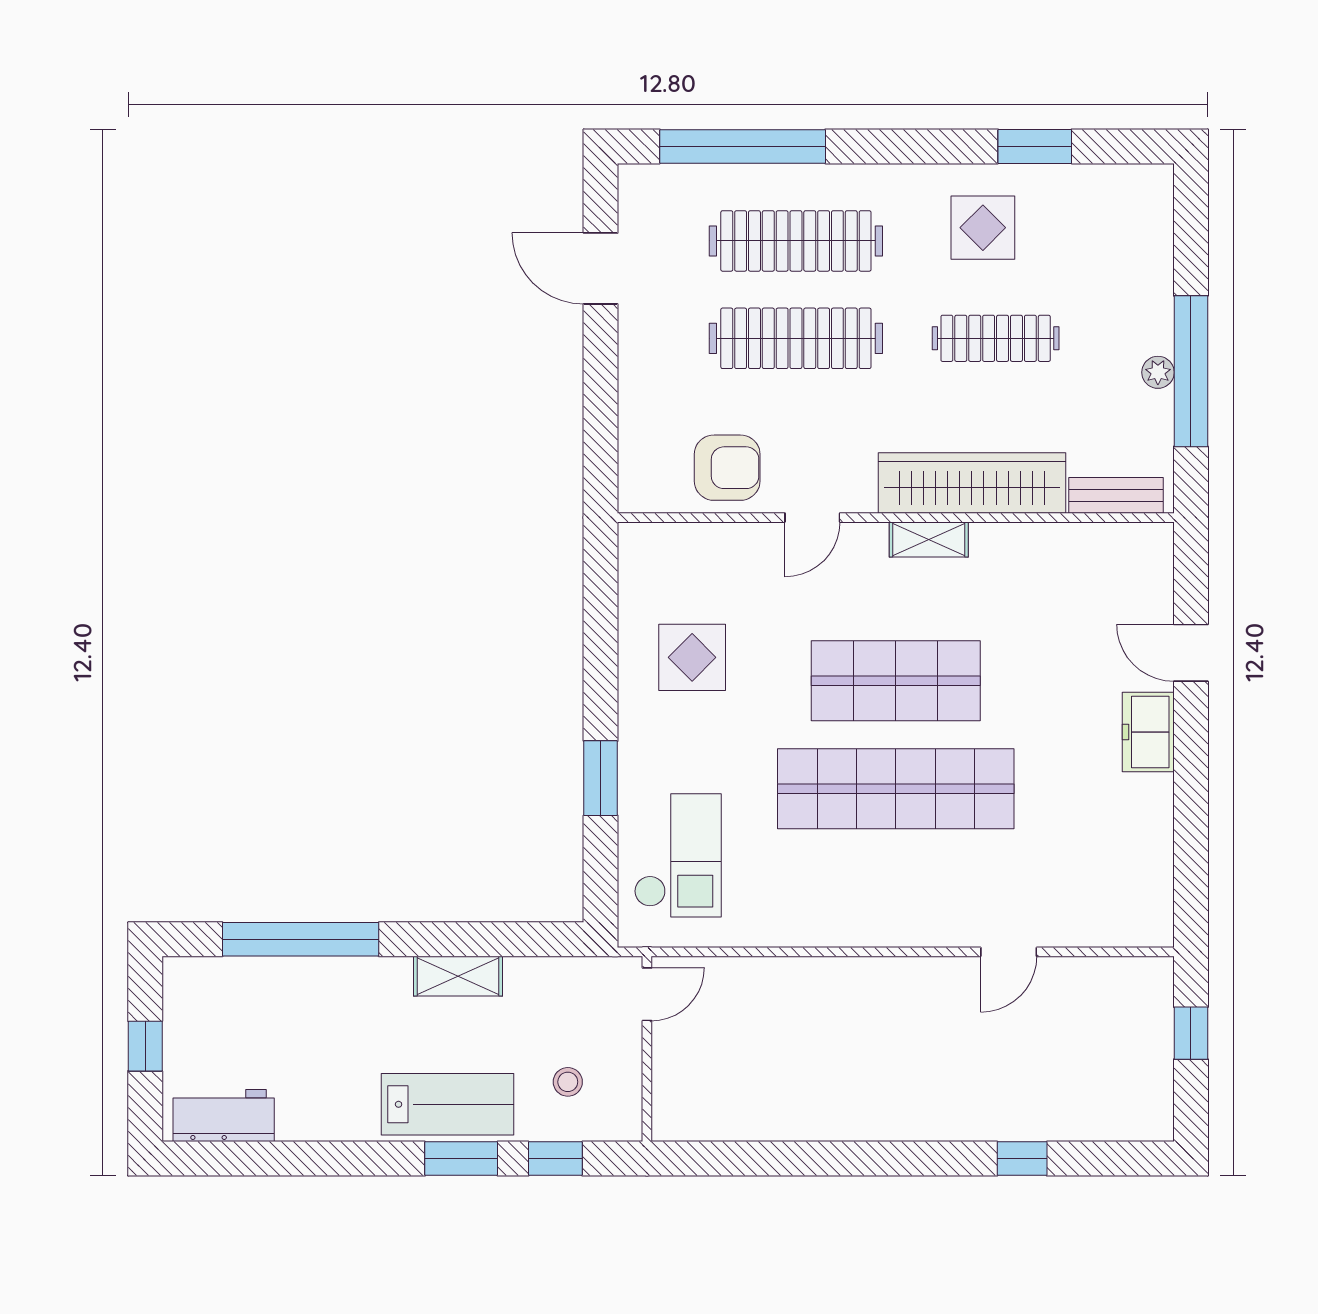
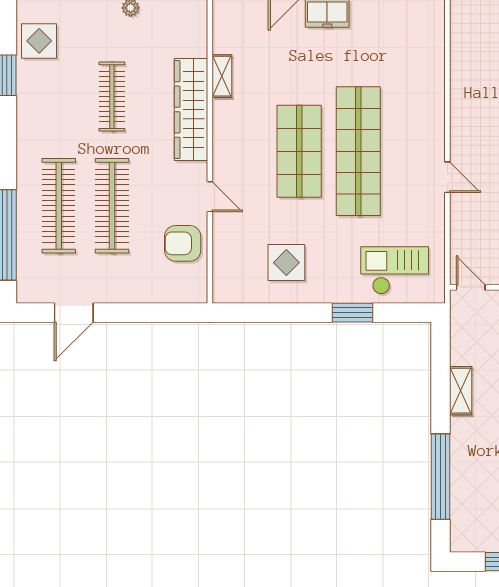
display table: (983, 228) -> (39, 41), moved
armchair: (727, 468) -> (183, 243), turned -90
bench: (1116, 495) -> (198, 31), removed
shelving: (929, 539) -> (222, 76), moved
door: (1009, 952) -> (447, 177), moved

